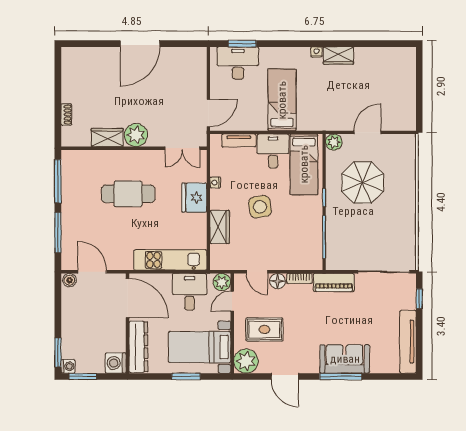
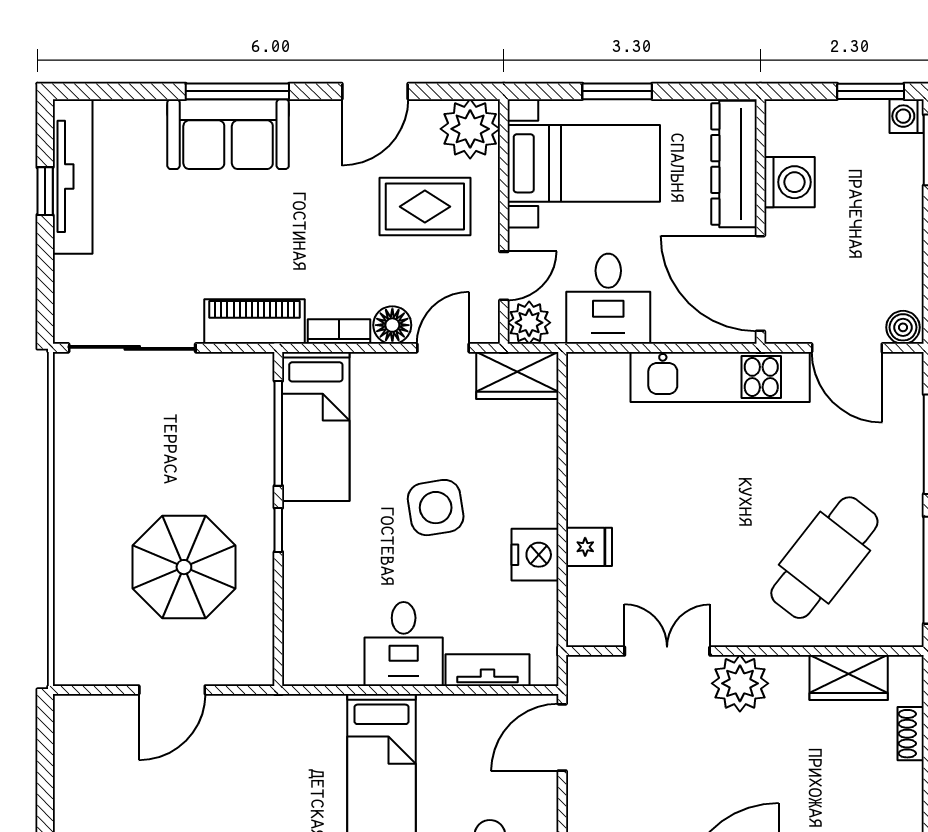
wardrobe: (107, 137) -> (849, 678), moved
plant: (334, 142) -> (255, 666), removed
double door: (182, 148) -> (667, 651), moved
bed: (304, 164) -> (316, 426), moved, turned 180
nightstand: (215, 183) -> (535, 555), width x1.89, depth x1.79
cafe table: (128, 194) -> (824, 558), moved, turned -52
fridge: (194, 198) -> (589, 547), width x0.53, depth x0.75
wardrobe: (220, 227) -> (517, 375), moved, turned -90
kitchen unit: (170, 260) -> (720, 377), moved
door: (257, 272) -> (443, 348), hinge flipped
window: (419, 299) -> (45, 191), moved
washing machine: (116, 363) -> (789, 182), moved
door: (285, 376) -> (375, 91), swing flipped

